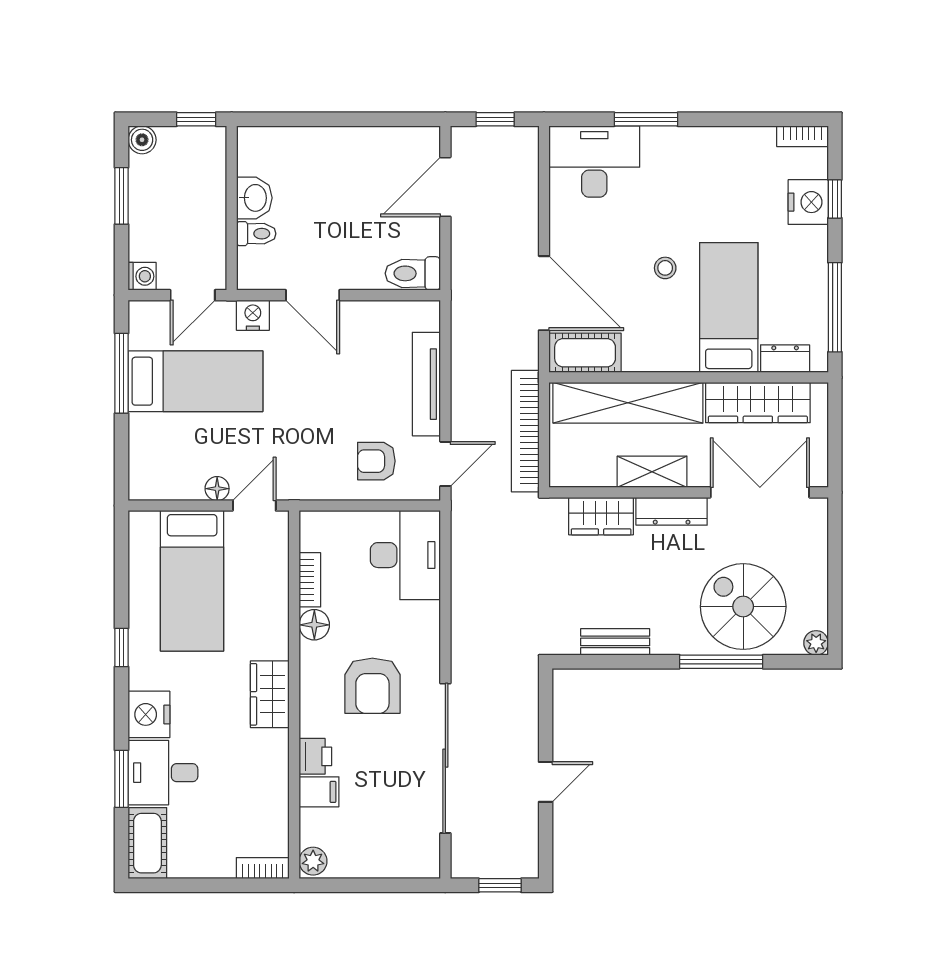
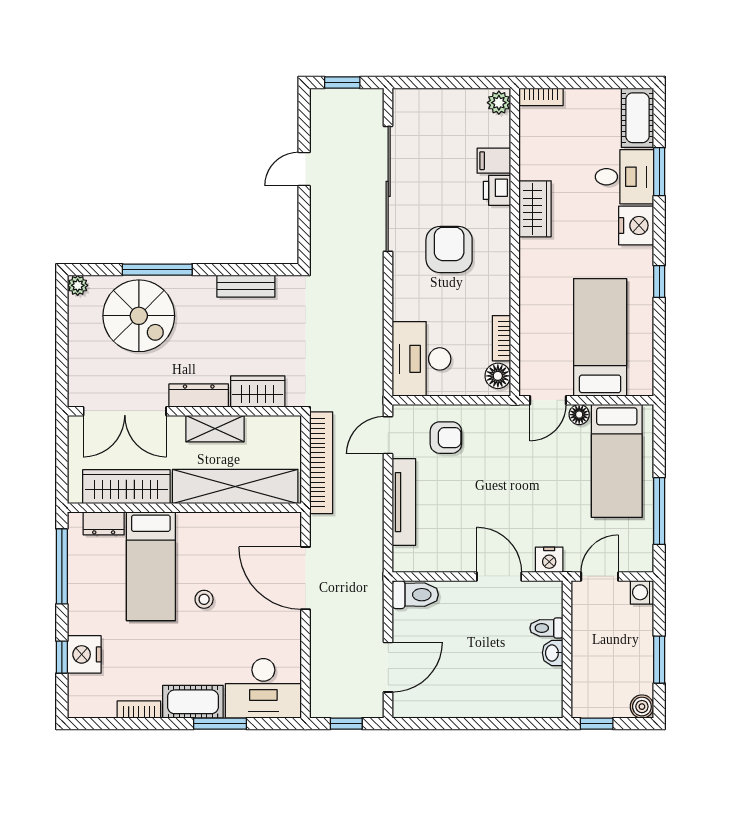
bookcase: (802, 136) -> (139, 710), moved
washbasin: (254, 198) -> (553, 653), width x0.72, depth x0.69
cot: (585, 353) -> (193, 702), moved
bed: (195, 381) -> (617, 461), moved, turned -90
floor lamp: (314, 625) -> (498, 376), moved
wardrobe: (270, 694) -> (535, 209), moved

